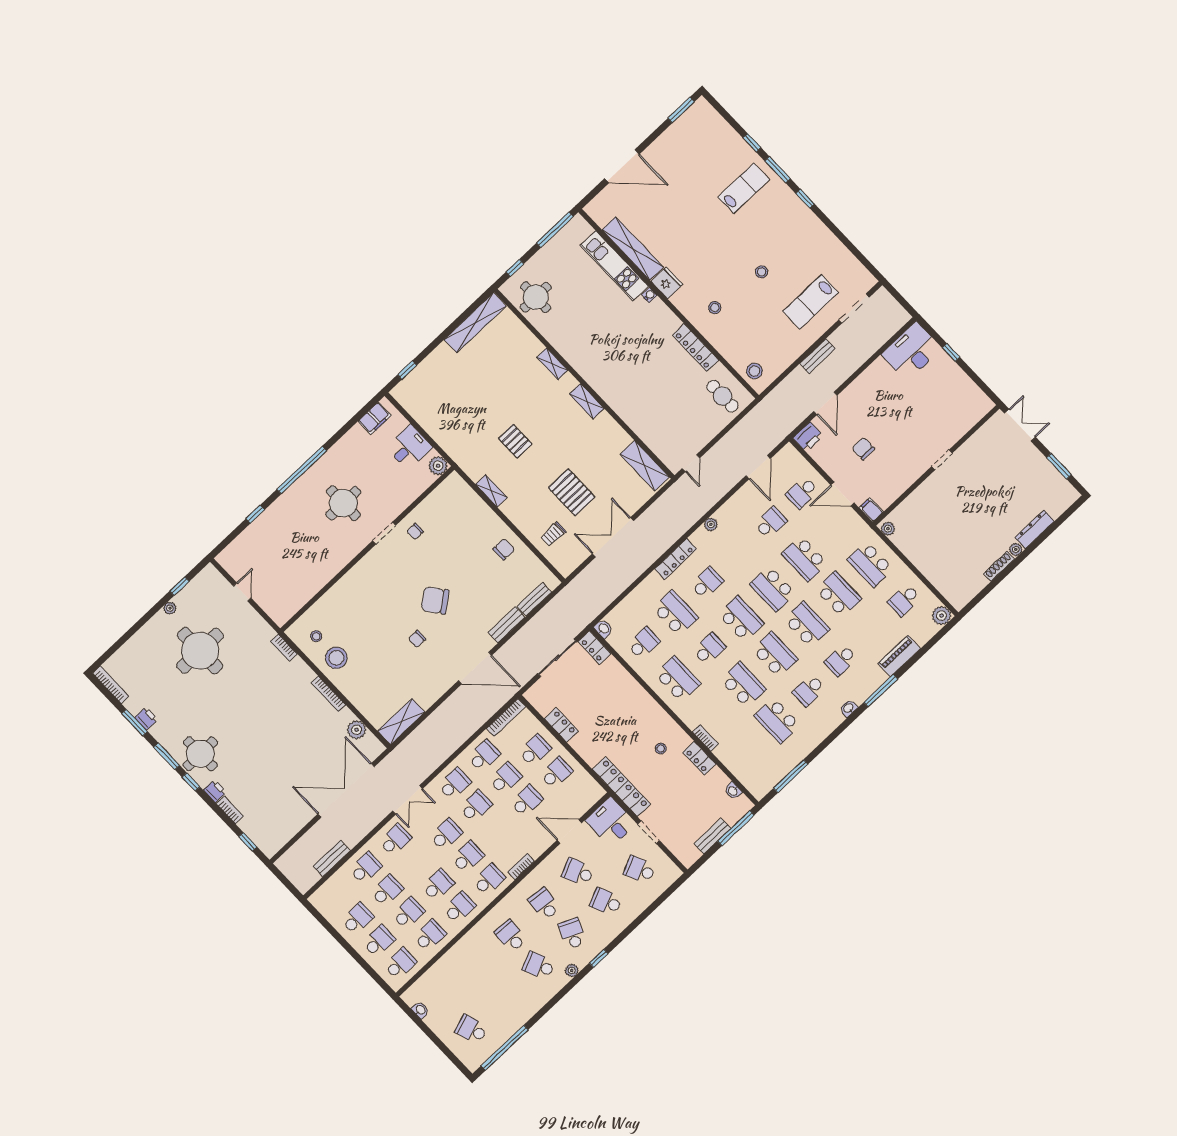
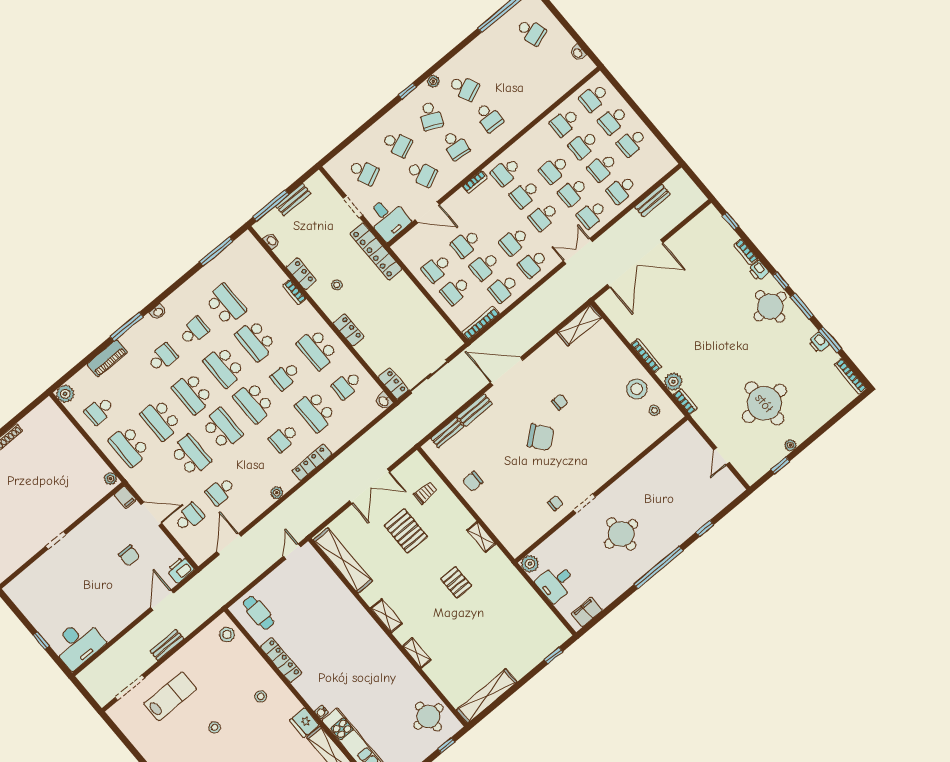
shelving: (645, 466) -> (343, 560), width x1.47
school desk: (870, 564) -> (129, 446), turned 180
school desk: (904, 600) -> (99, 411), turned 180
locker: (561, 725) -> (349, 330), moved, turned 180
plant: (357, 730) -> (673, 382), moved
school desk: (459, 908) -> (573, 192), moved

